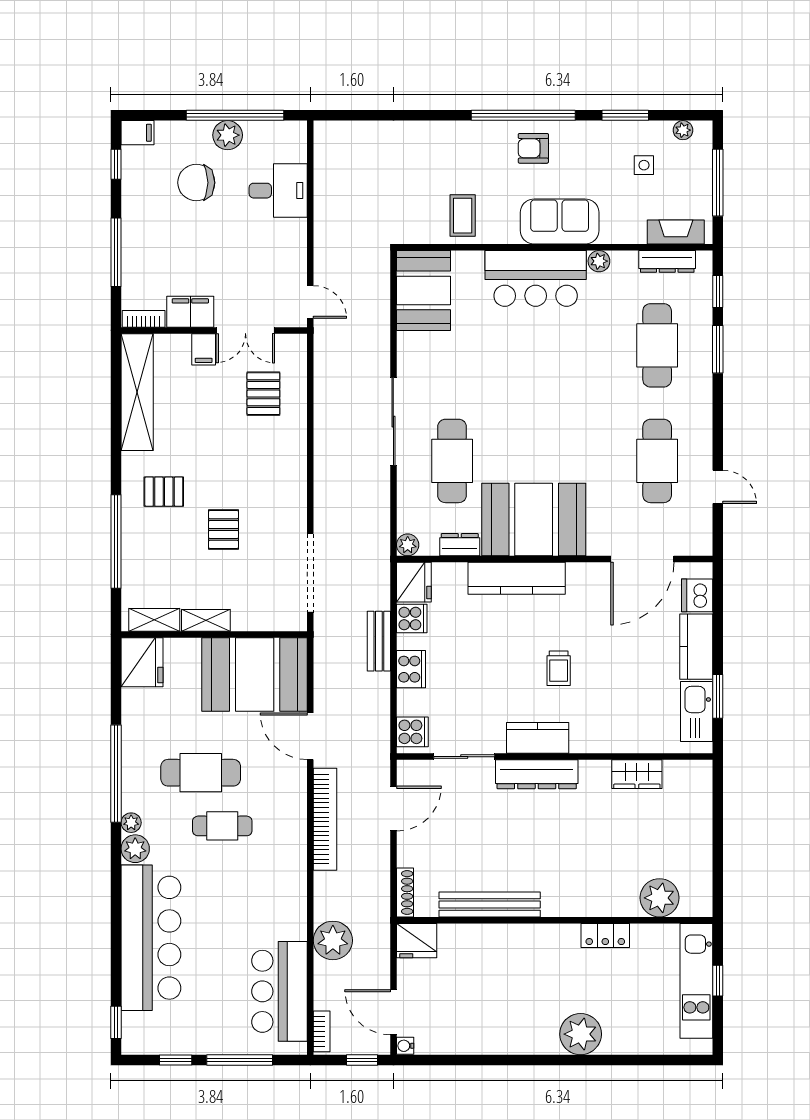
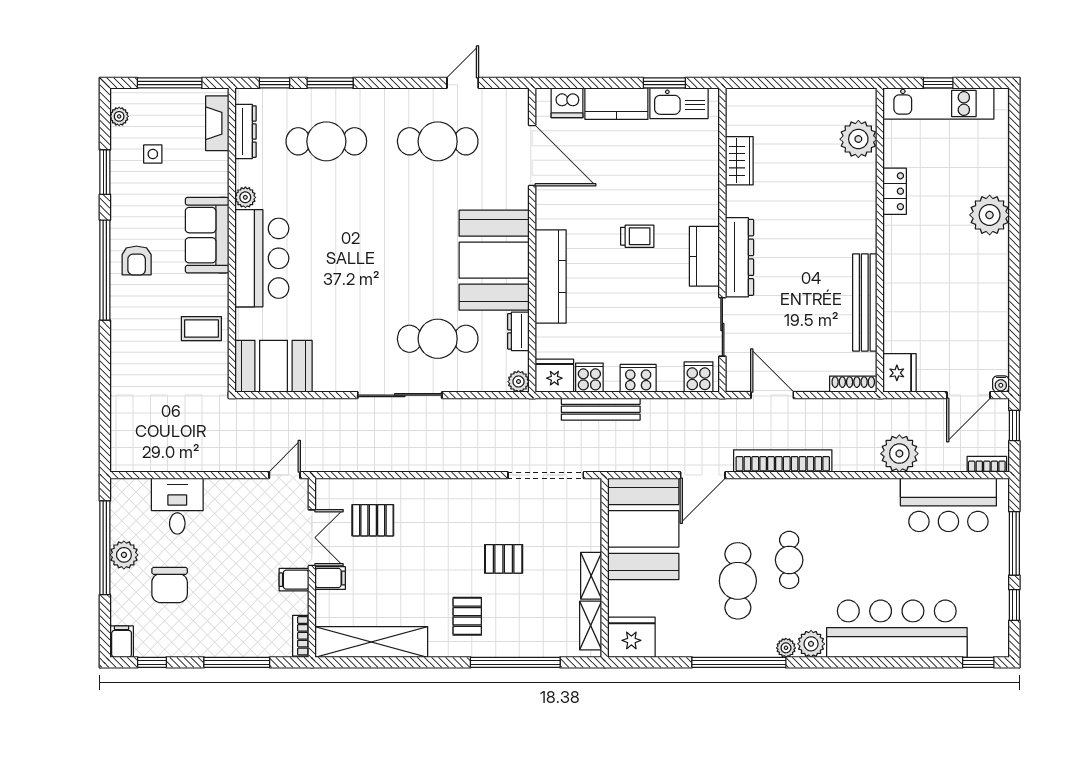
filing cabinet: (190, 312) -> (294, 580), width x0.50
bench: (379, 641) -> (601, 409), width x1.36

